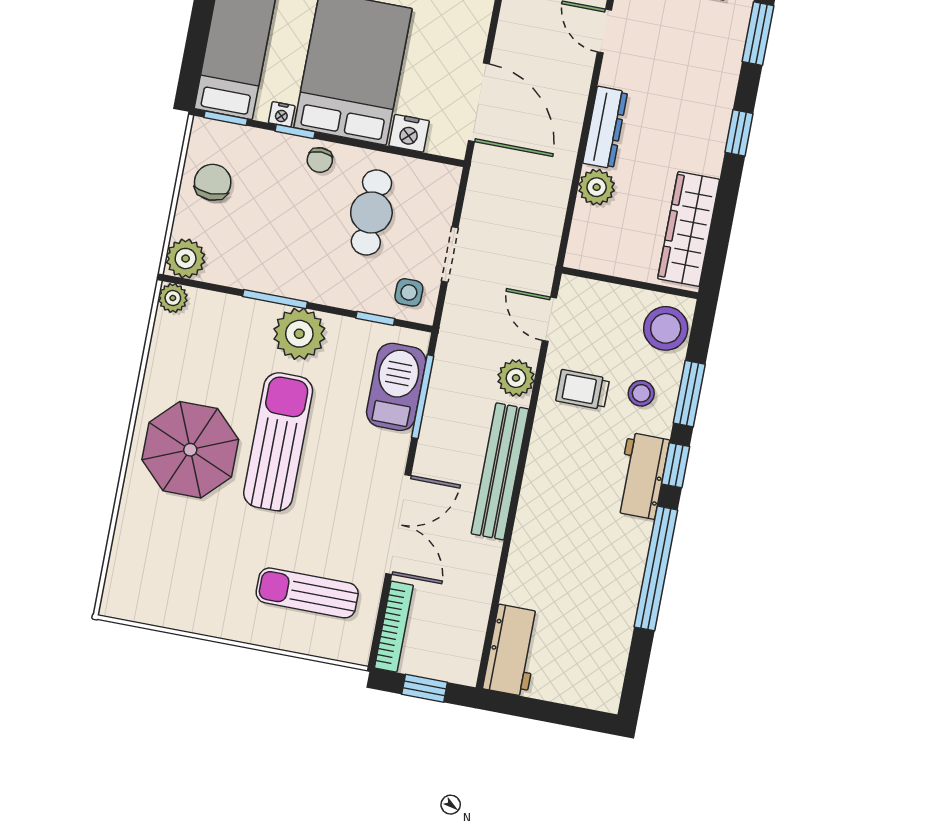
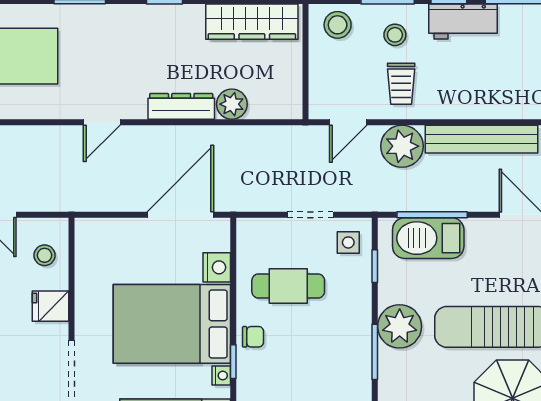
stool: (666, 328) -> (338, 25), width x0.73, depth x0.73
plant: (516, 378) -> (402, 146), width x1.36, depth x1.36

